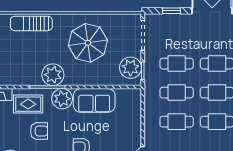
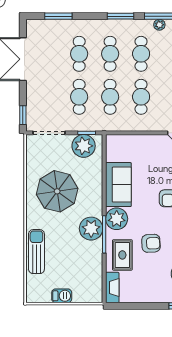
window: (171, 11) -> (23, 115), moved
sun lounger: (31, 23) -> (36, 252), turned 180
armchair: (39, 131) -> (151, 243), turned 87

